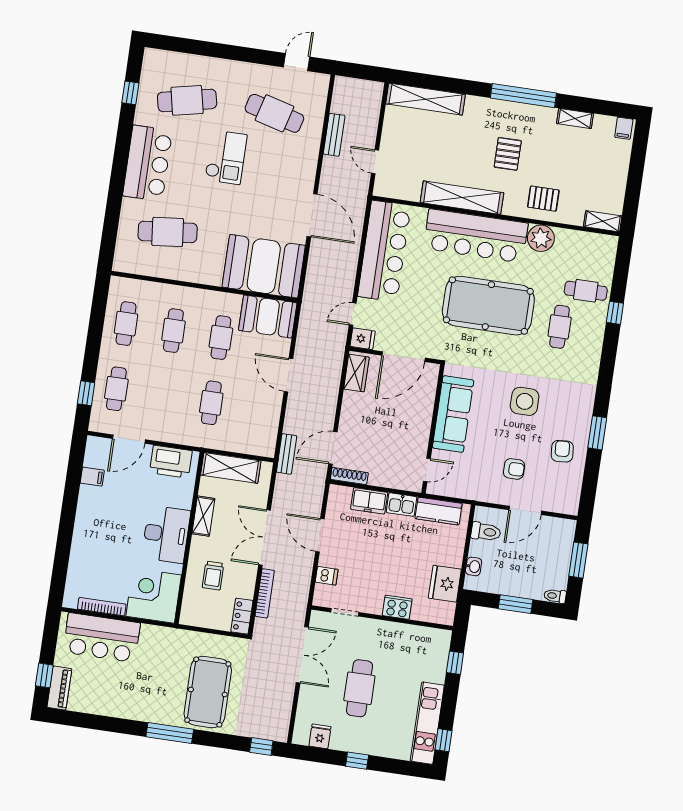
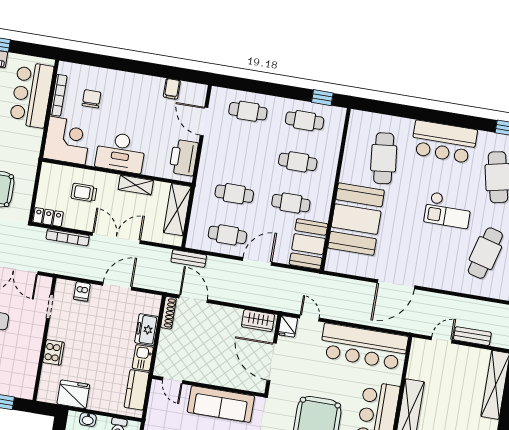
bench: (334, 135) -> (472, 336), moved
booth: (264, 266) -> (356, 219), moved
window: (86, 393) -> (322, 98), moved
cafe table: (259, 410) -> (227, 235), added
chair: (105, 569) -> (92, 99), added

